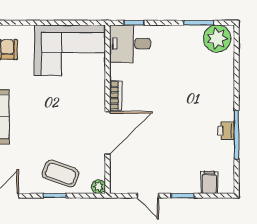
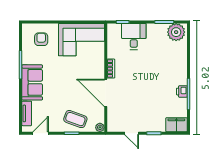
desk: (130, 44) -> (134, 36), moved, turned 90
door: (108, 133) -> (106, 93), swing flipped
filing cabinet: (209, 182) -> (176, 125), width x2.00

